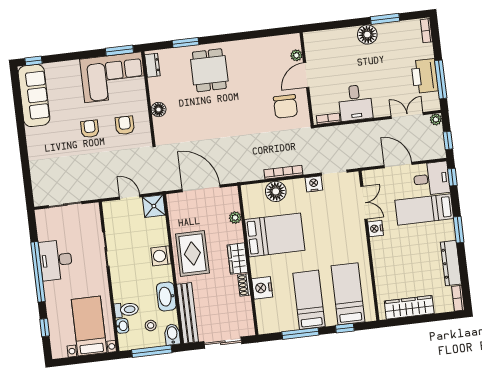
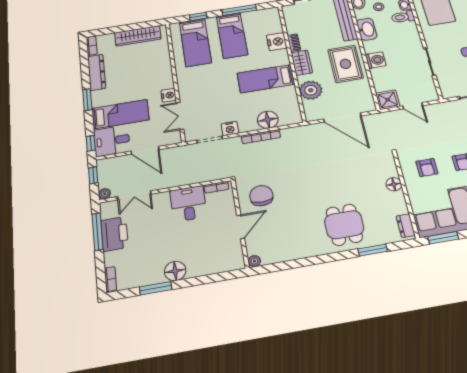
plant: (296, 55) -> (254, 261), moved
plant: (235, 218) -> (311, 90), width x1.87, depth x1.87
bed: (275, 235) -> (266, 79), width x0.67

